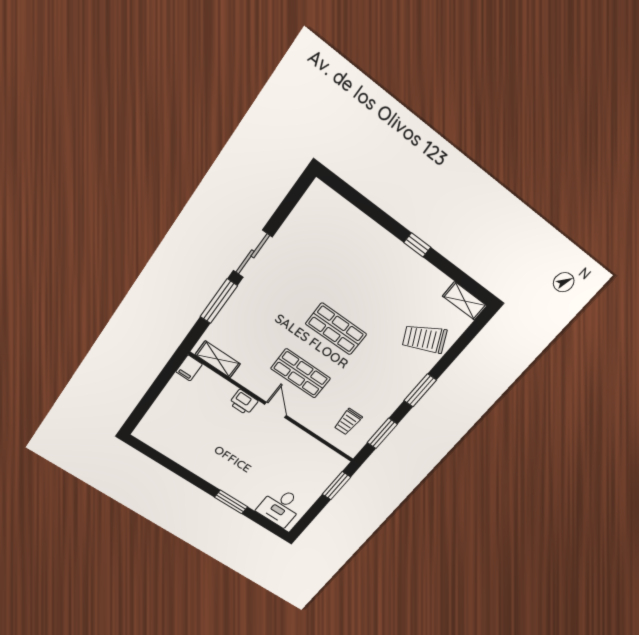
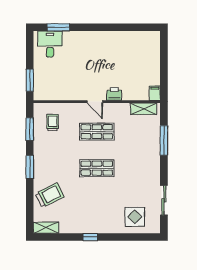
display table: (335, 228) -> (135, 217), added
sliding door: (253, 254) -> (164, 200), moved
window: (231, 502) -> (58, 27), moved

